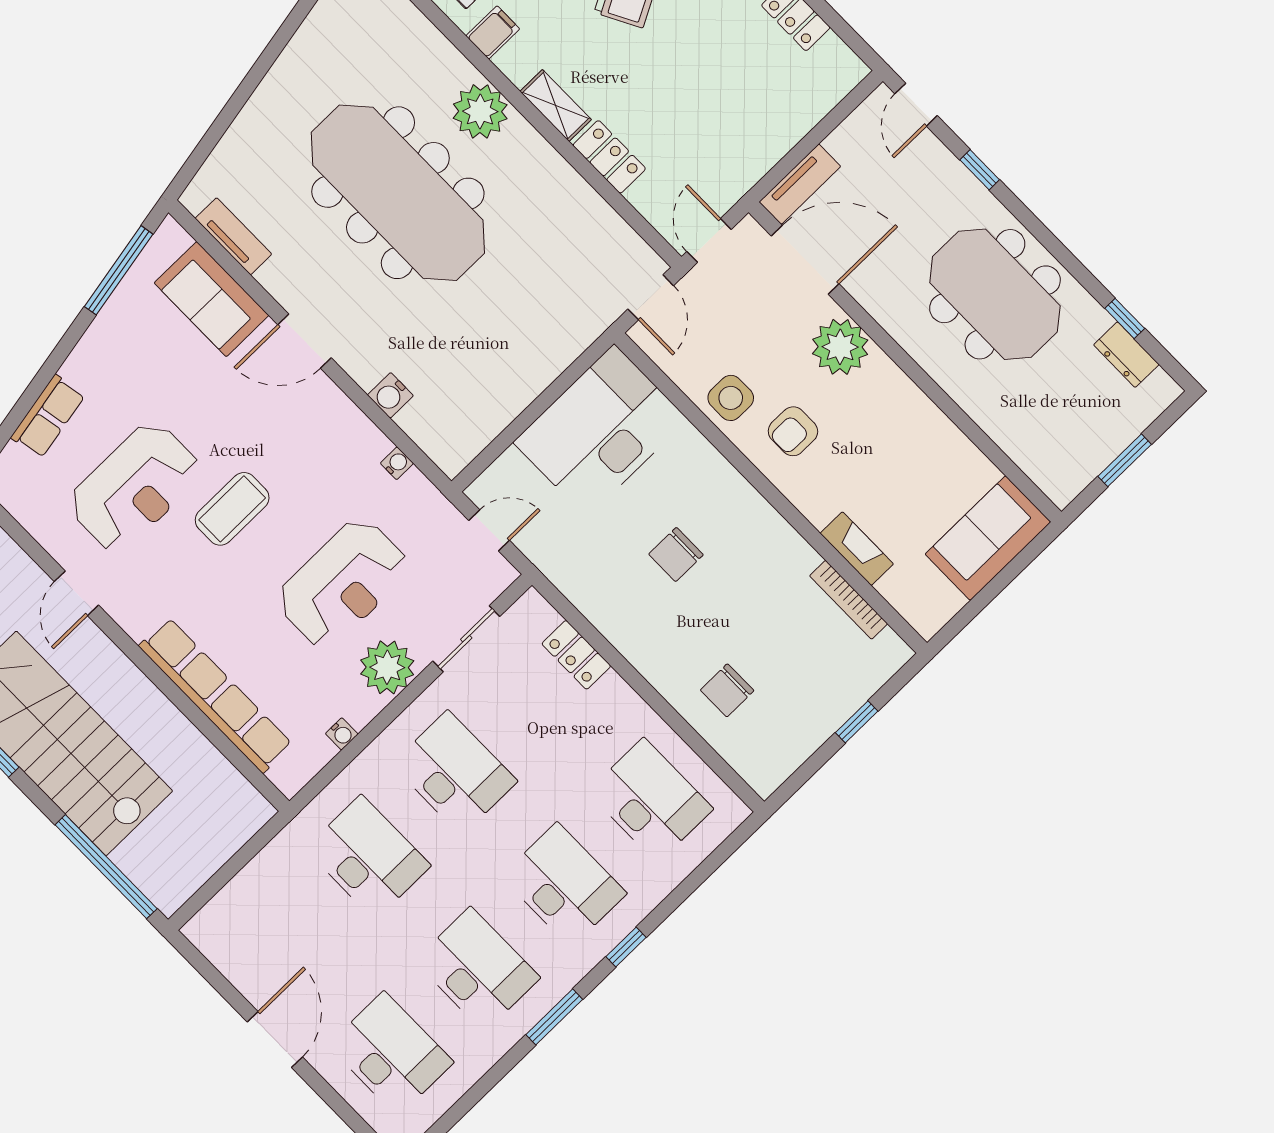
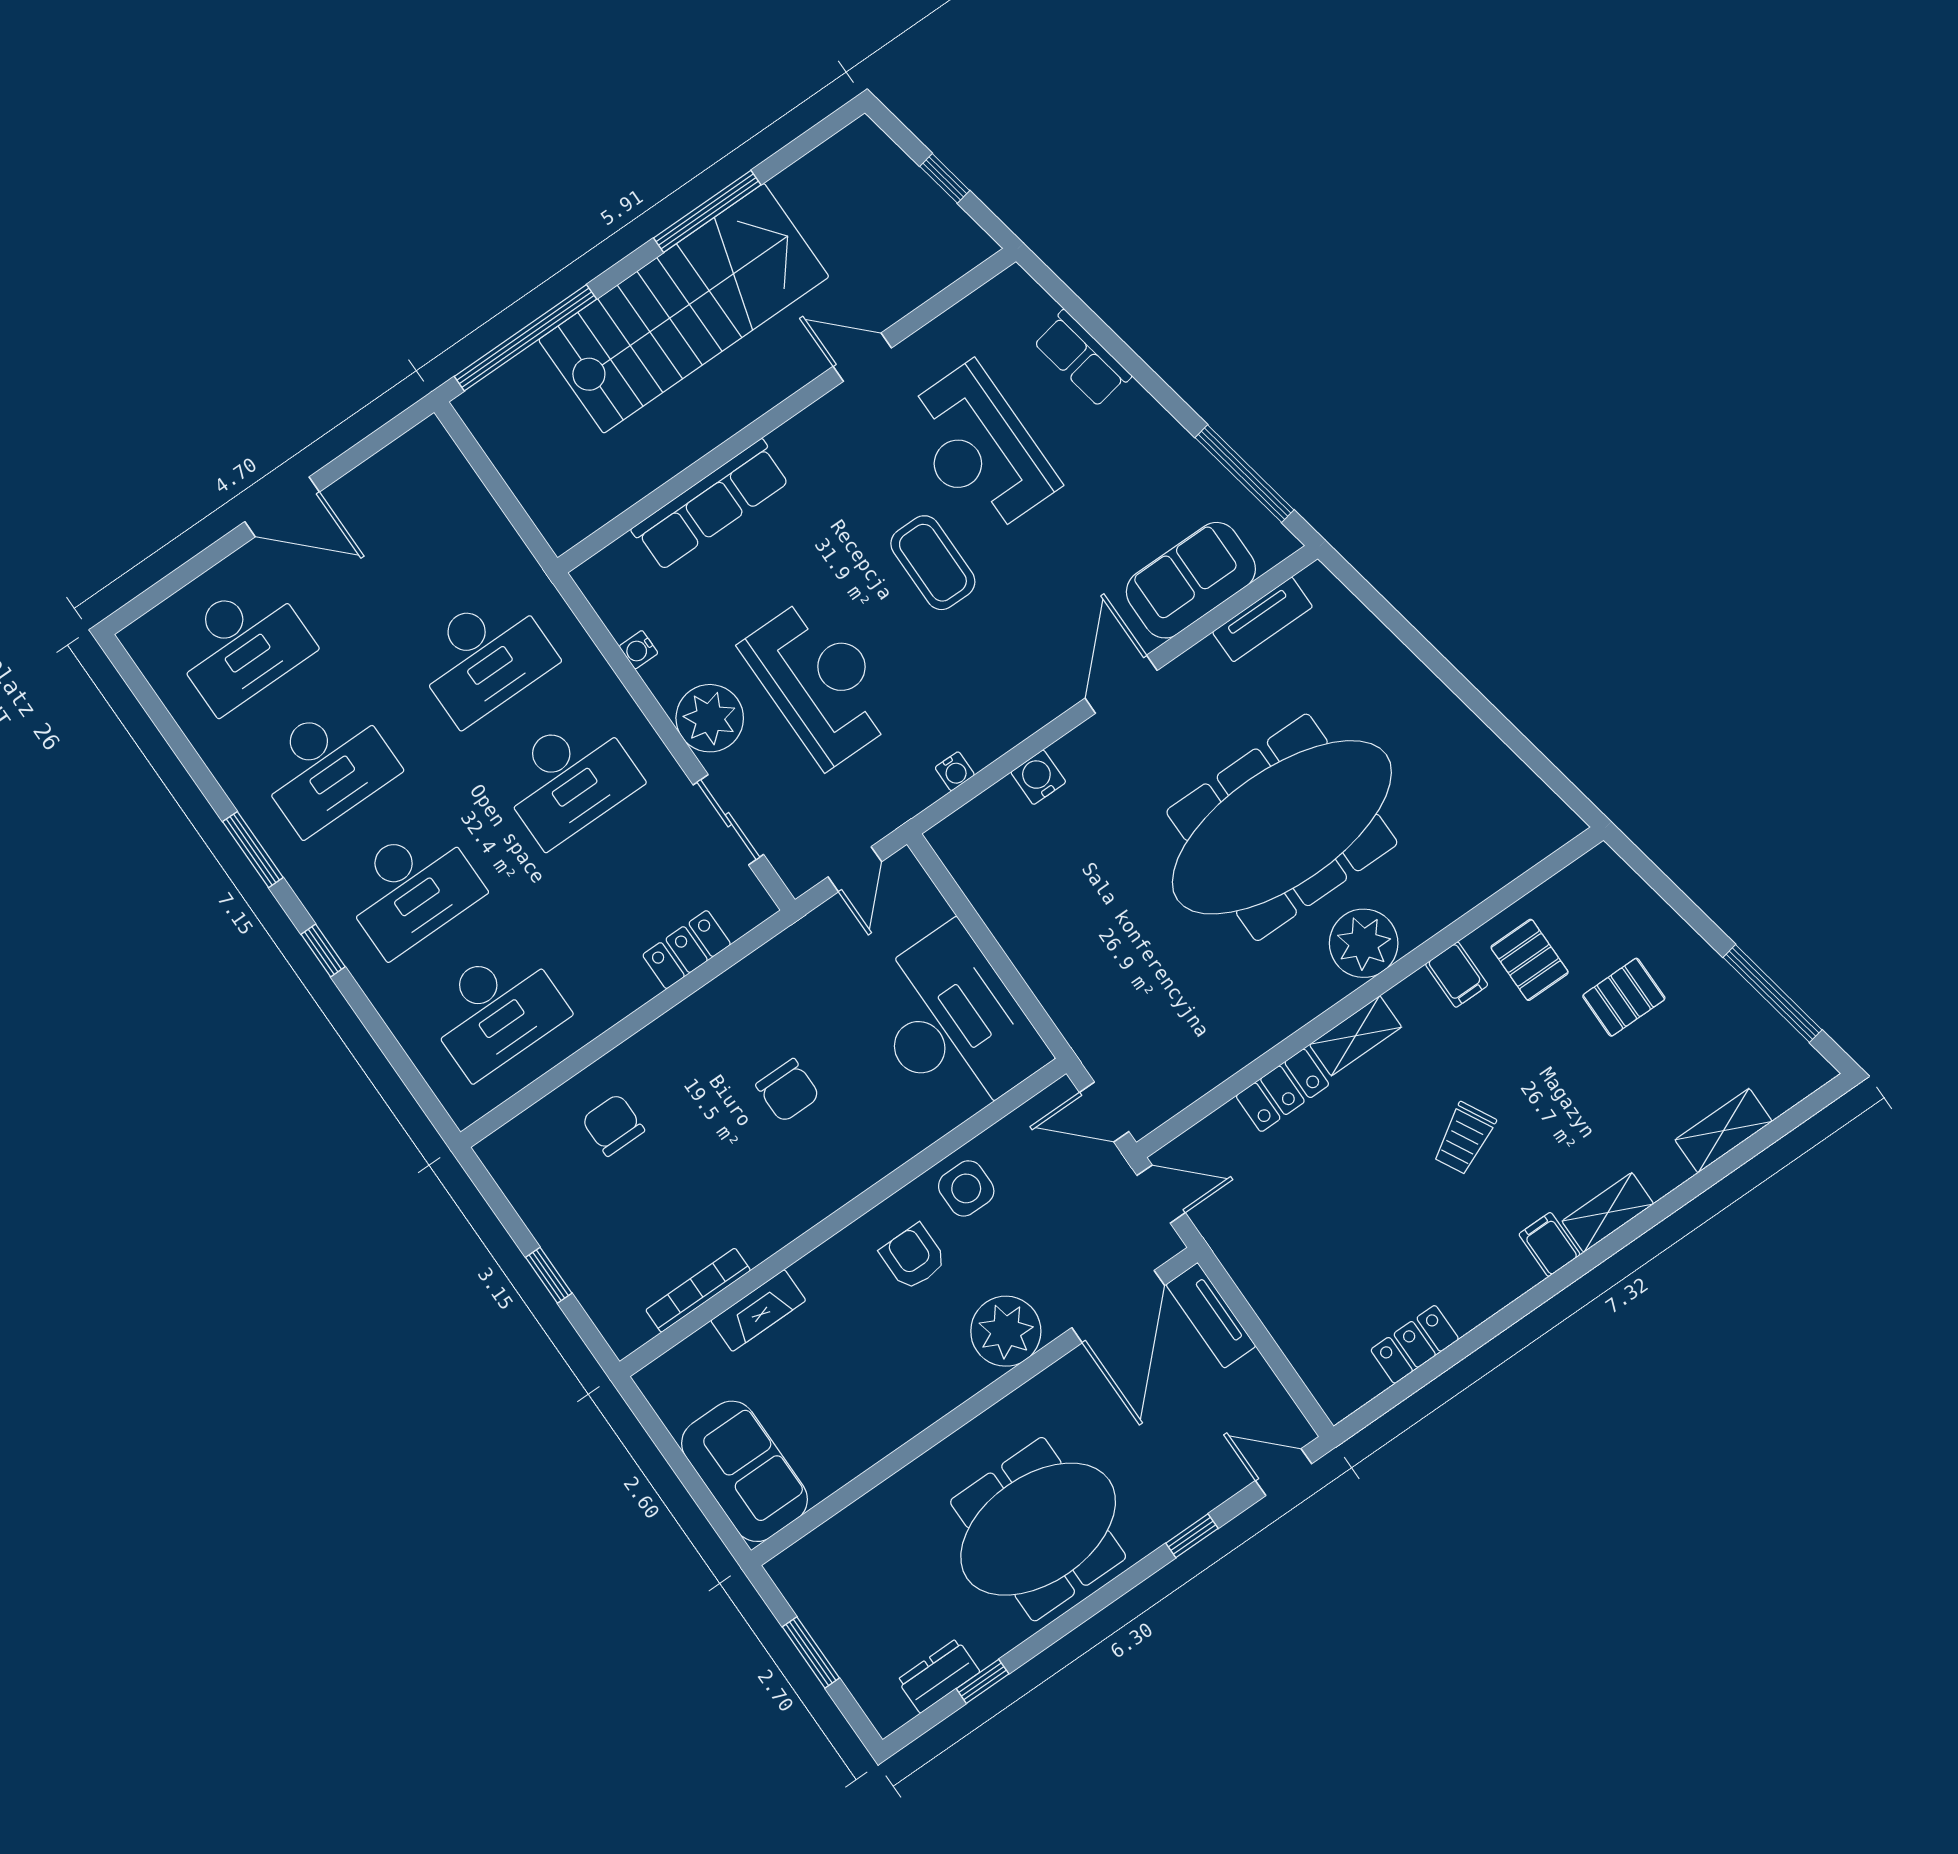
chair: (676, 554) -> (788, 1091), turned 180
reception desk: (343, 583) -> (820, 681), turned 180
row of seats: (216, 695) -> (711, 505), width x0.73

